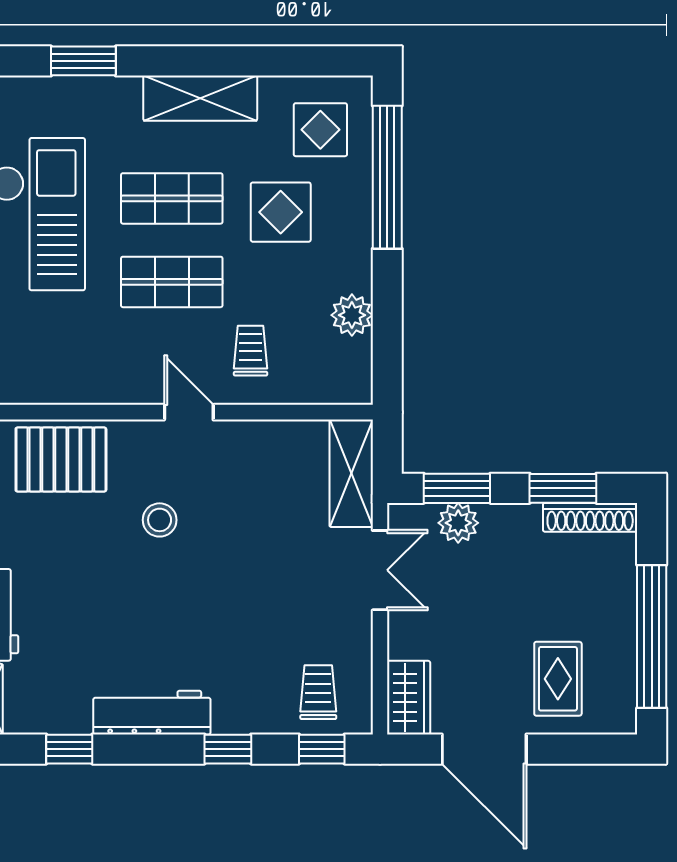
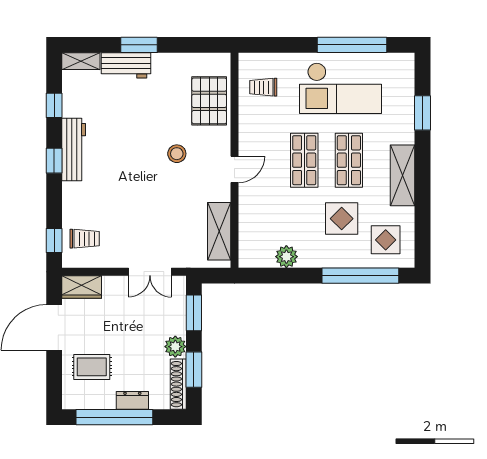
trolley: (251, 351) -> (263, 87), moved, turned 180
shelving: (351, 473) -> (219, 231), moved, turned 90
plant: (458, 523) -> (175, 347), moved
dresser: (620, 603) -> (132, 400), added
window: (228, 749) -> (54, 161), moved

